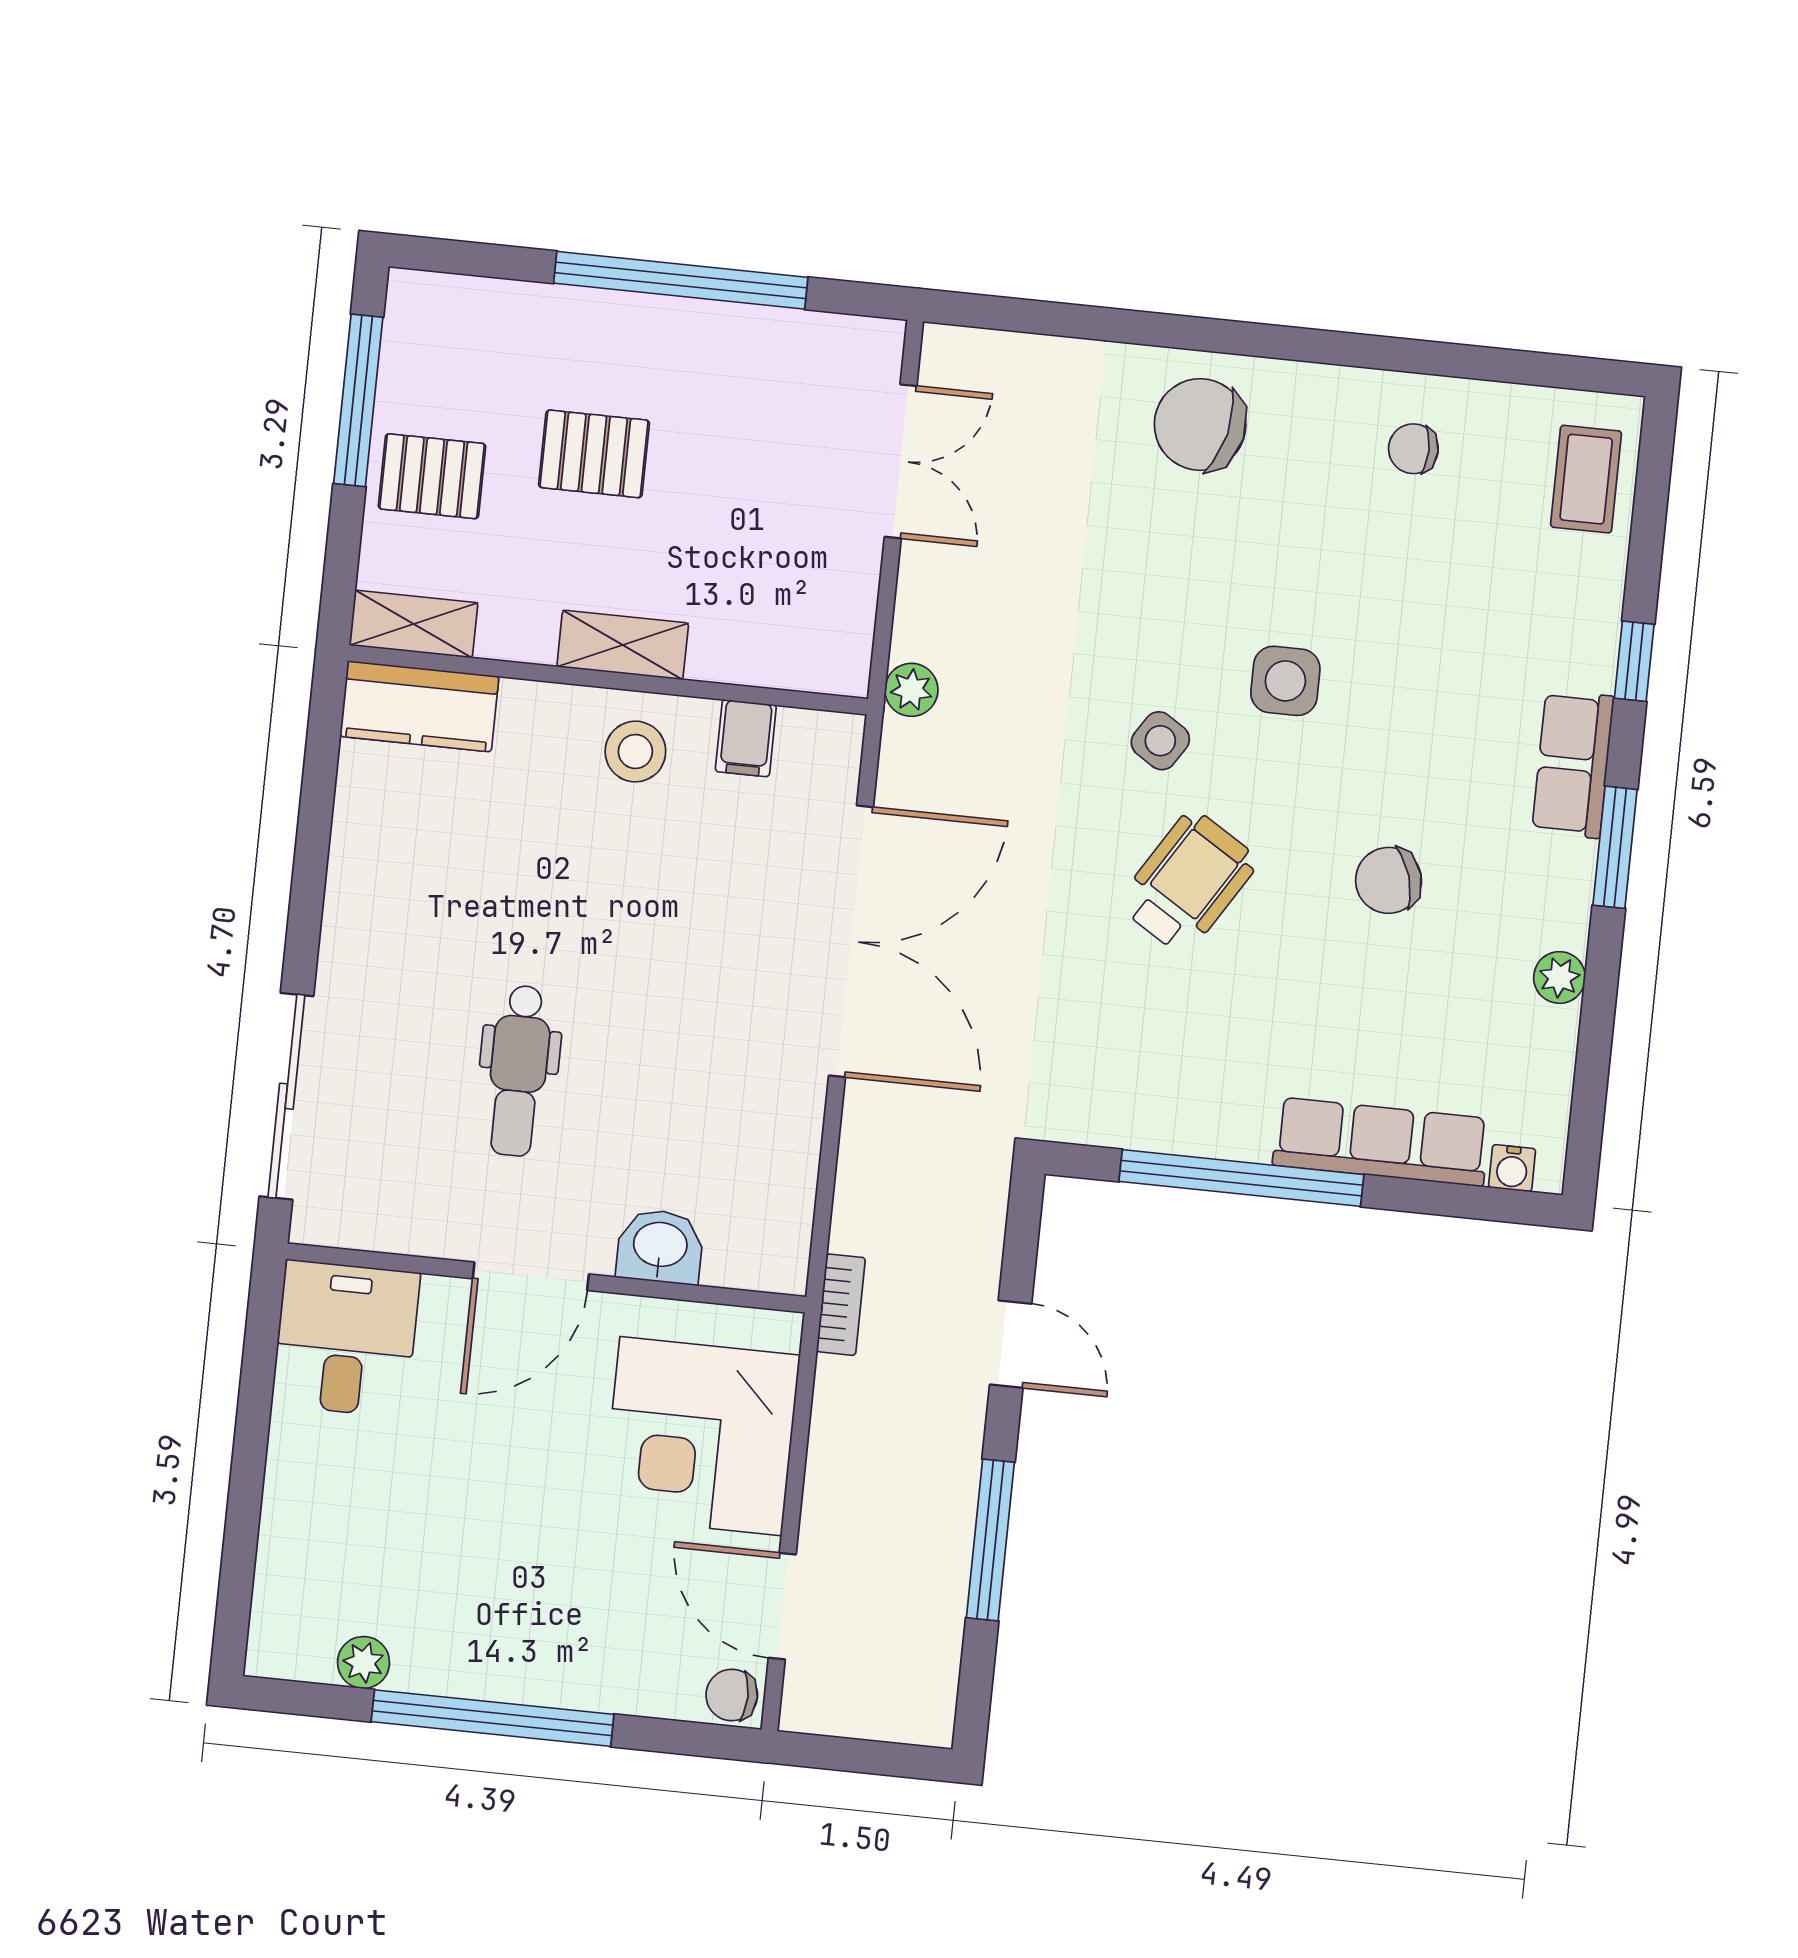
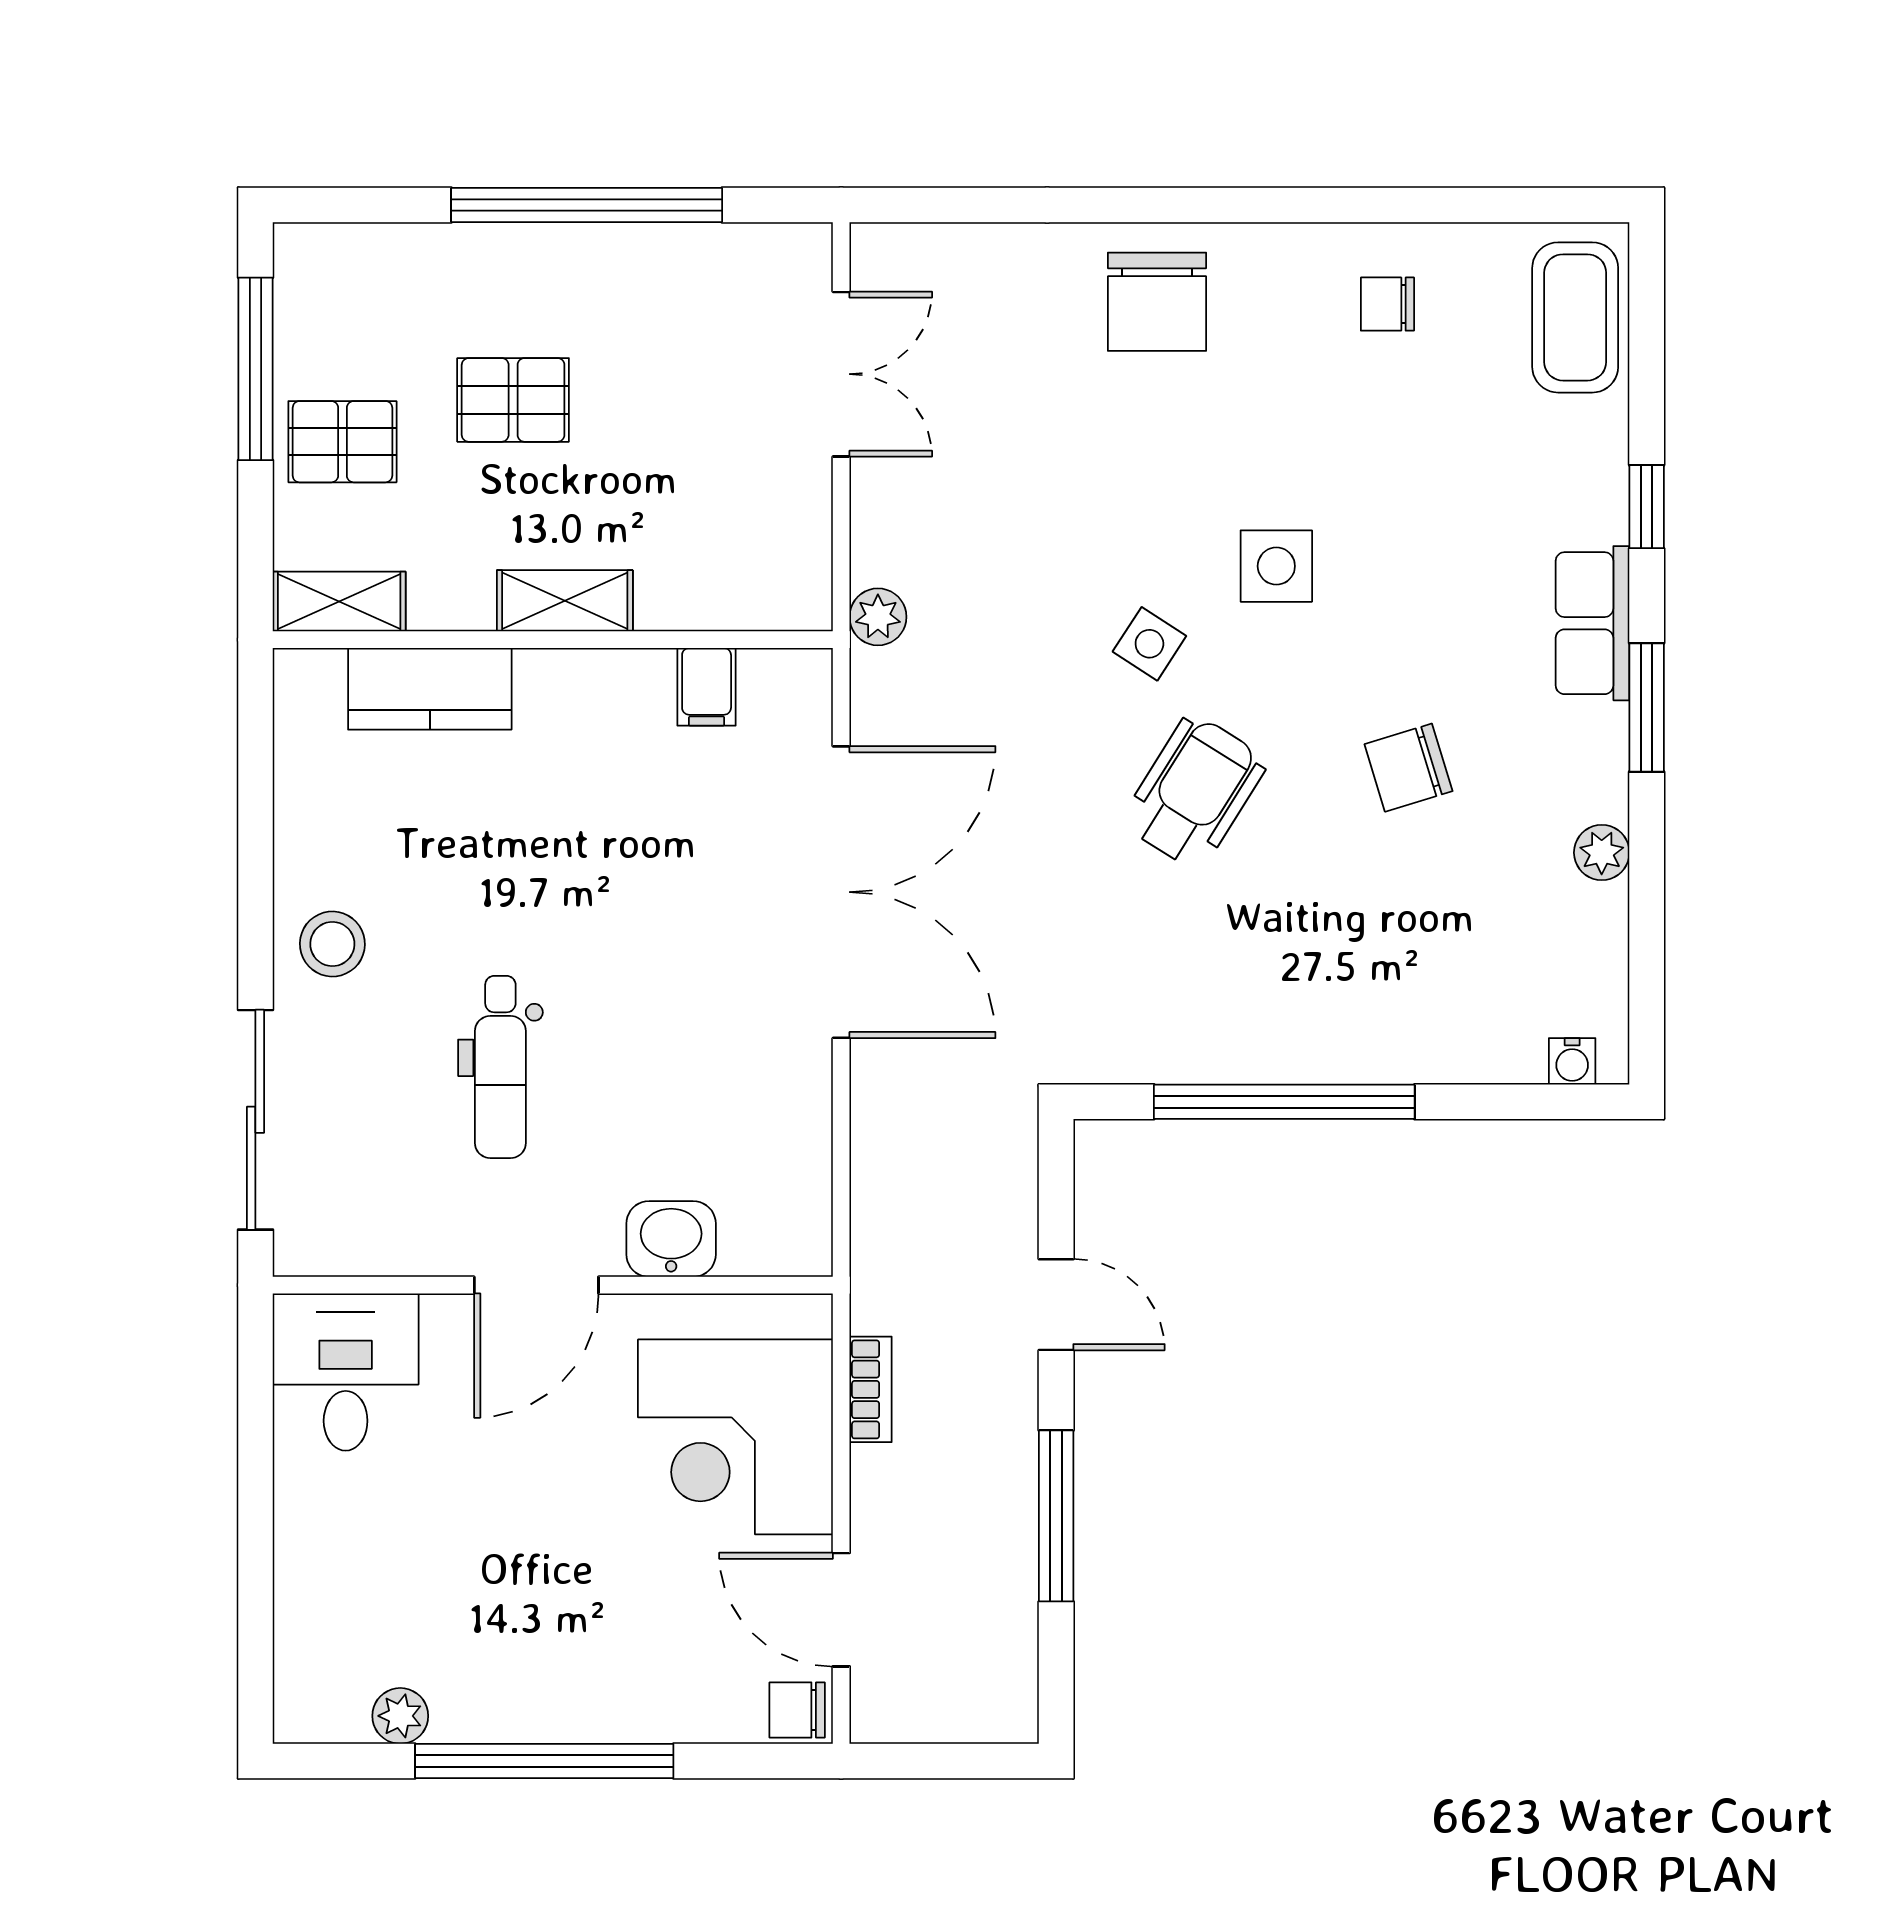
chair: (1200, 425) -> (1157, 302), turned -103
coffee table: (1586, 479) -> (1575, 317), width x1.36, depth x1.30
kitchen counter: (419, 706) -> (430, 689), moved
stool: (635, 752) -> (332, 944), moved
row of seats: (1381, 1142) -> (1429, 1048), removed
bookcase: (841, 1305) -> (871, 1389), moved

